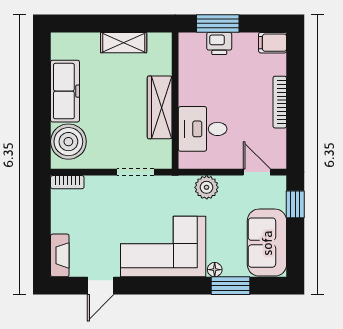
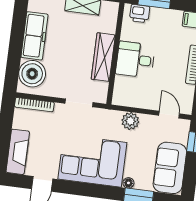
printer: (219, 44) -> (140, 14), moved
desk: (203, 129) -> (135, 60), moved
bookcase: (67, 182) -> (34, 105), width x1.56
fireplace: (60, 255) -> (18, 152), width x1.37, depth x1.32

